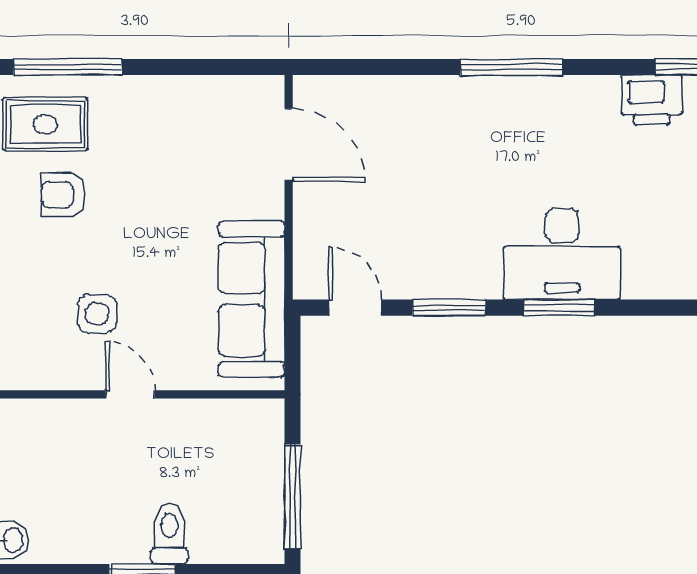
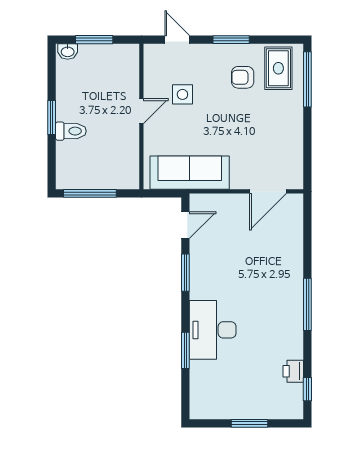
printer: (652, 100) -> (293, 371), width x0.73, depth x0.81
armchair: (63, 195) -> (243, 77), turned -90
window: (559, 308) -> (185, 350), moved

